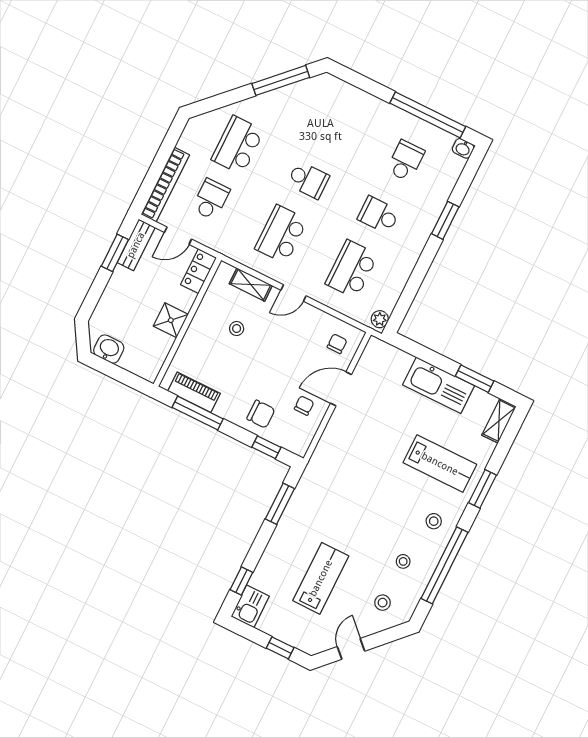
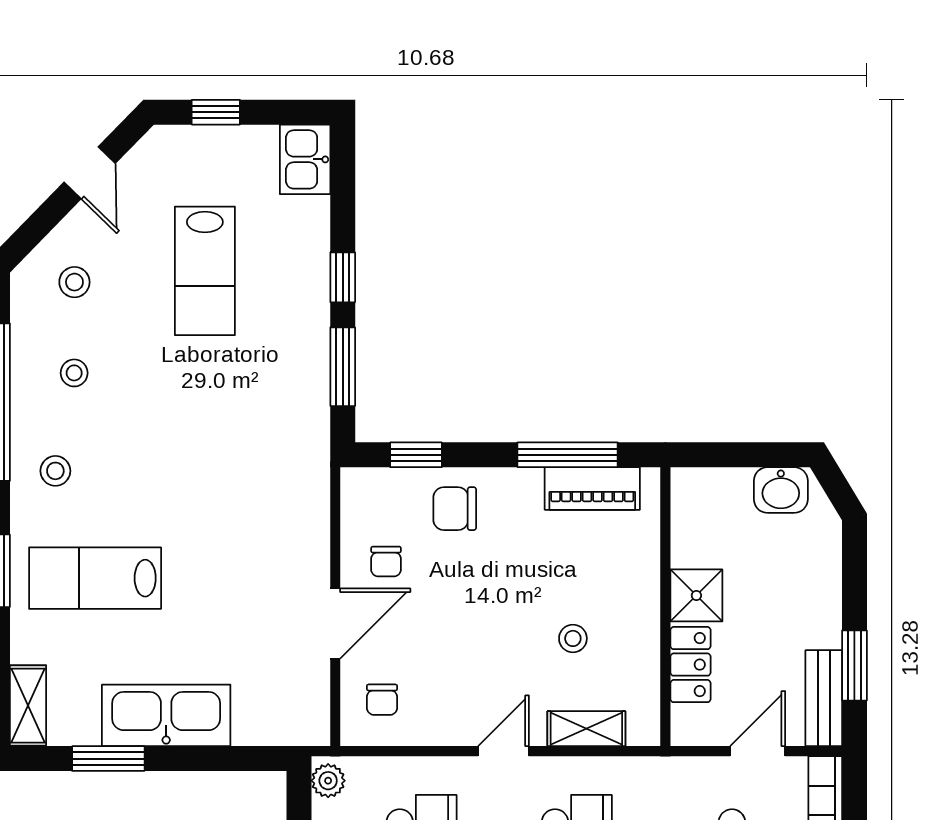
locker: (199, 271) -> (690, 665), moved
window: (241, 581) -> (343, 277), moved

